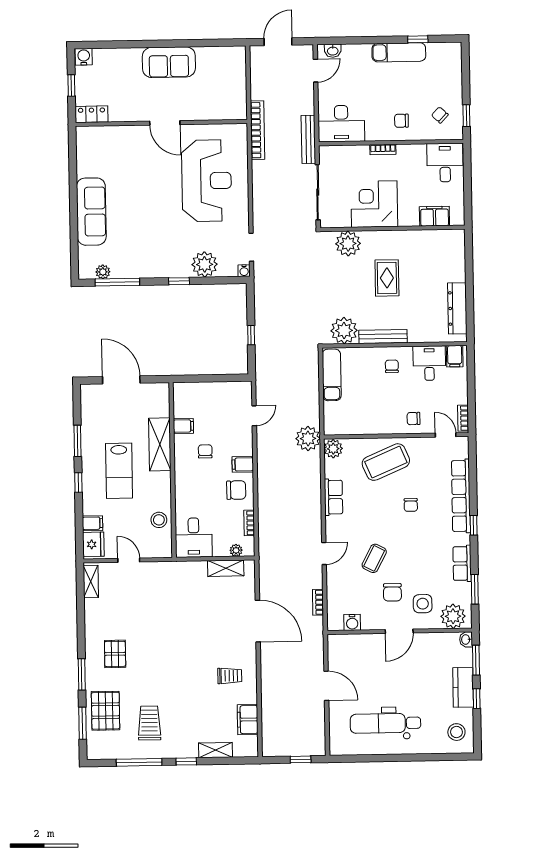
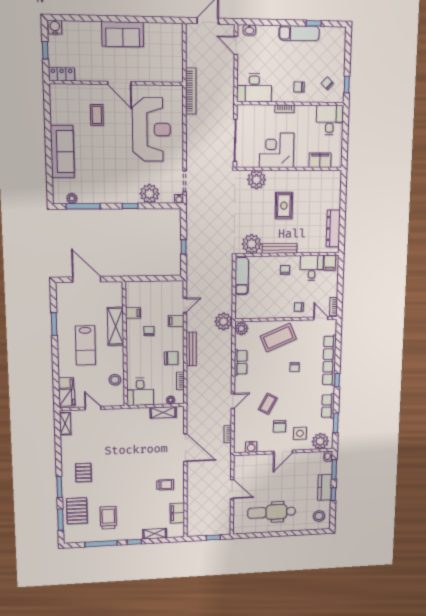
door: (316, 71) -> (236, 45), swing flipped
bench: (308, 139) -> (191, 349), moved
coffee table: (136, 164) -> (97, 115), added
filing cabinet: (243, 464) -> (176, 321), moved
window: (78, 482) -> (55, 354), removed

